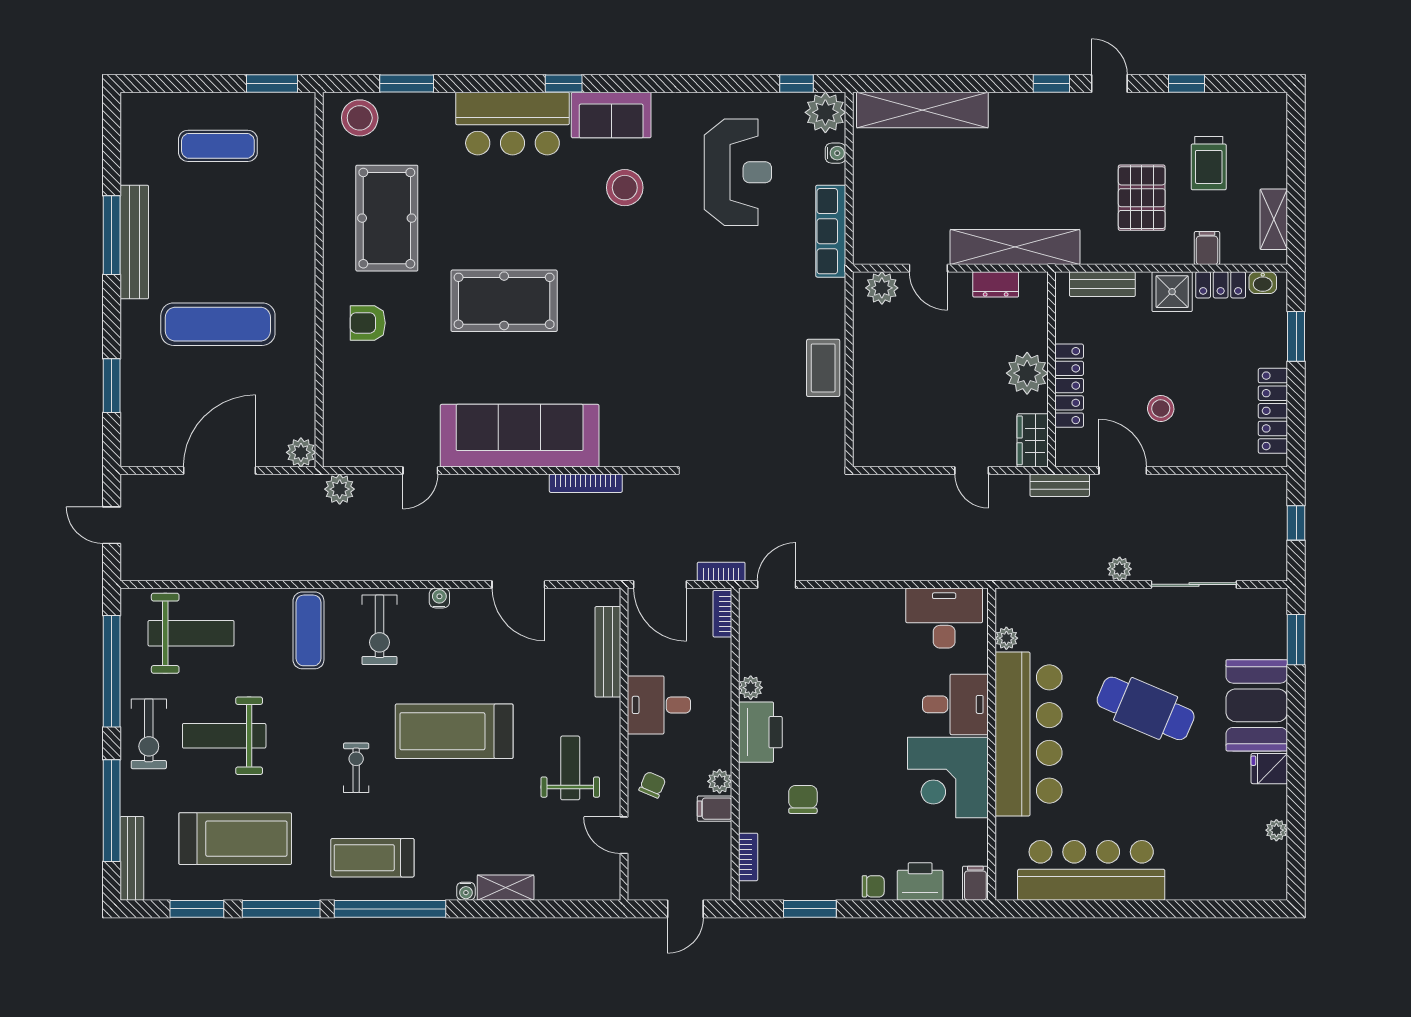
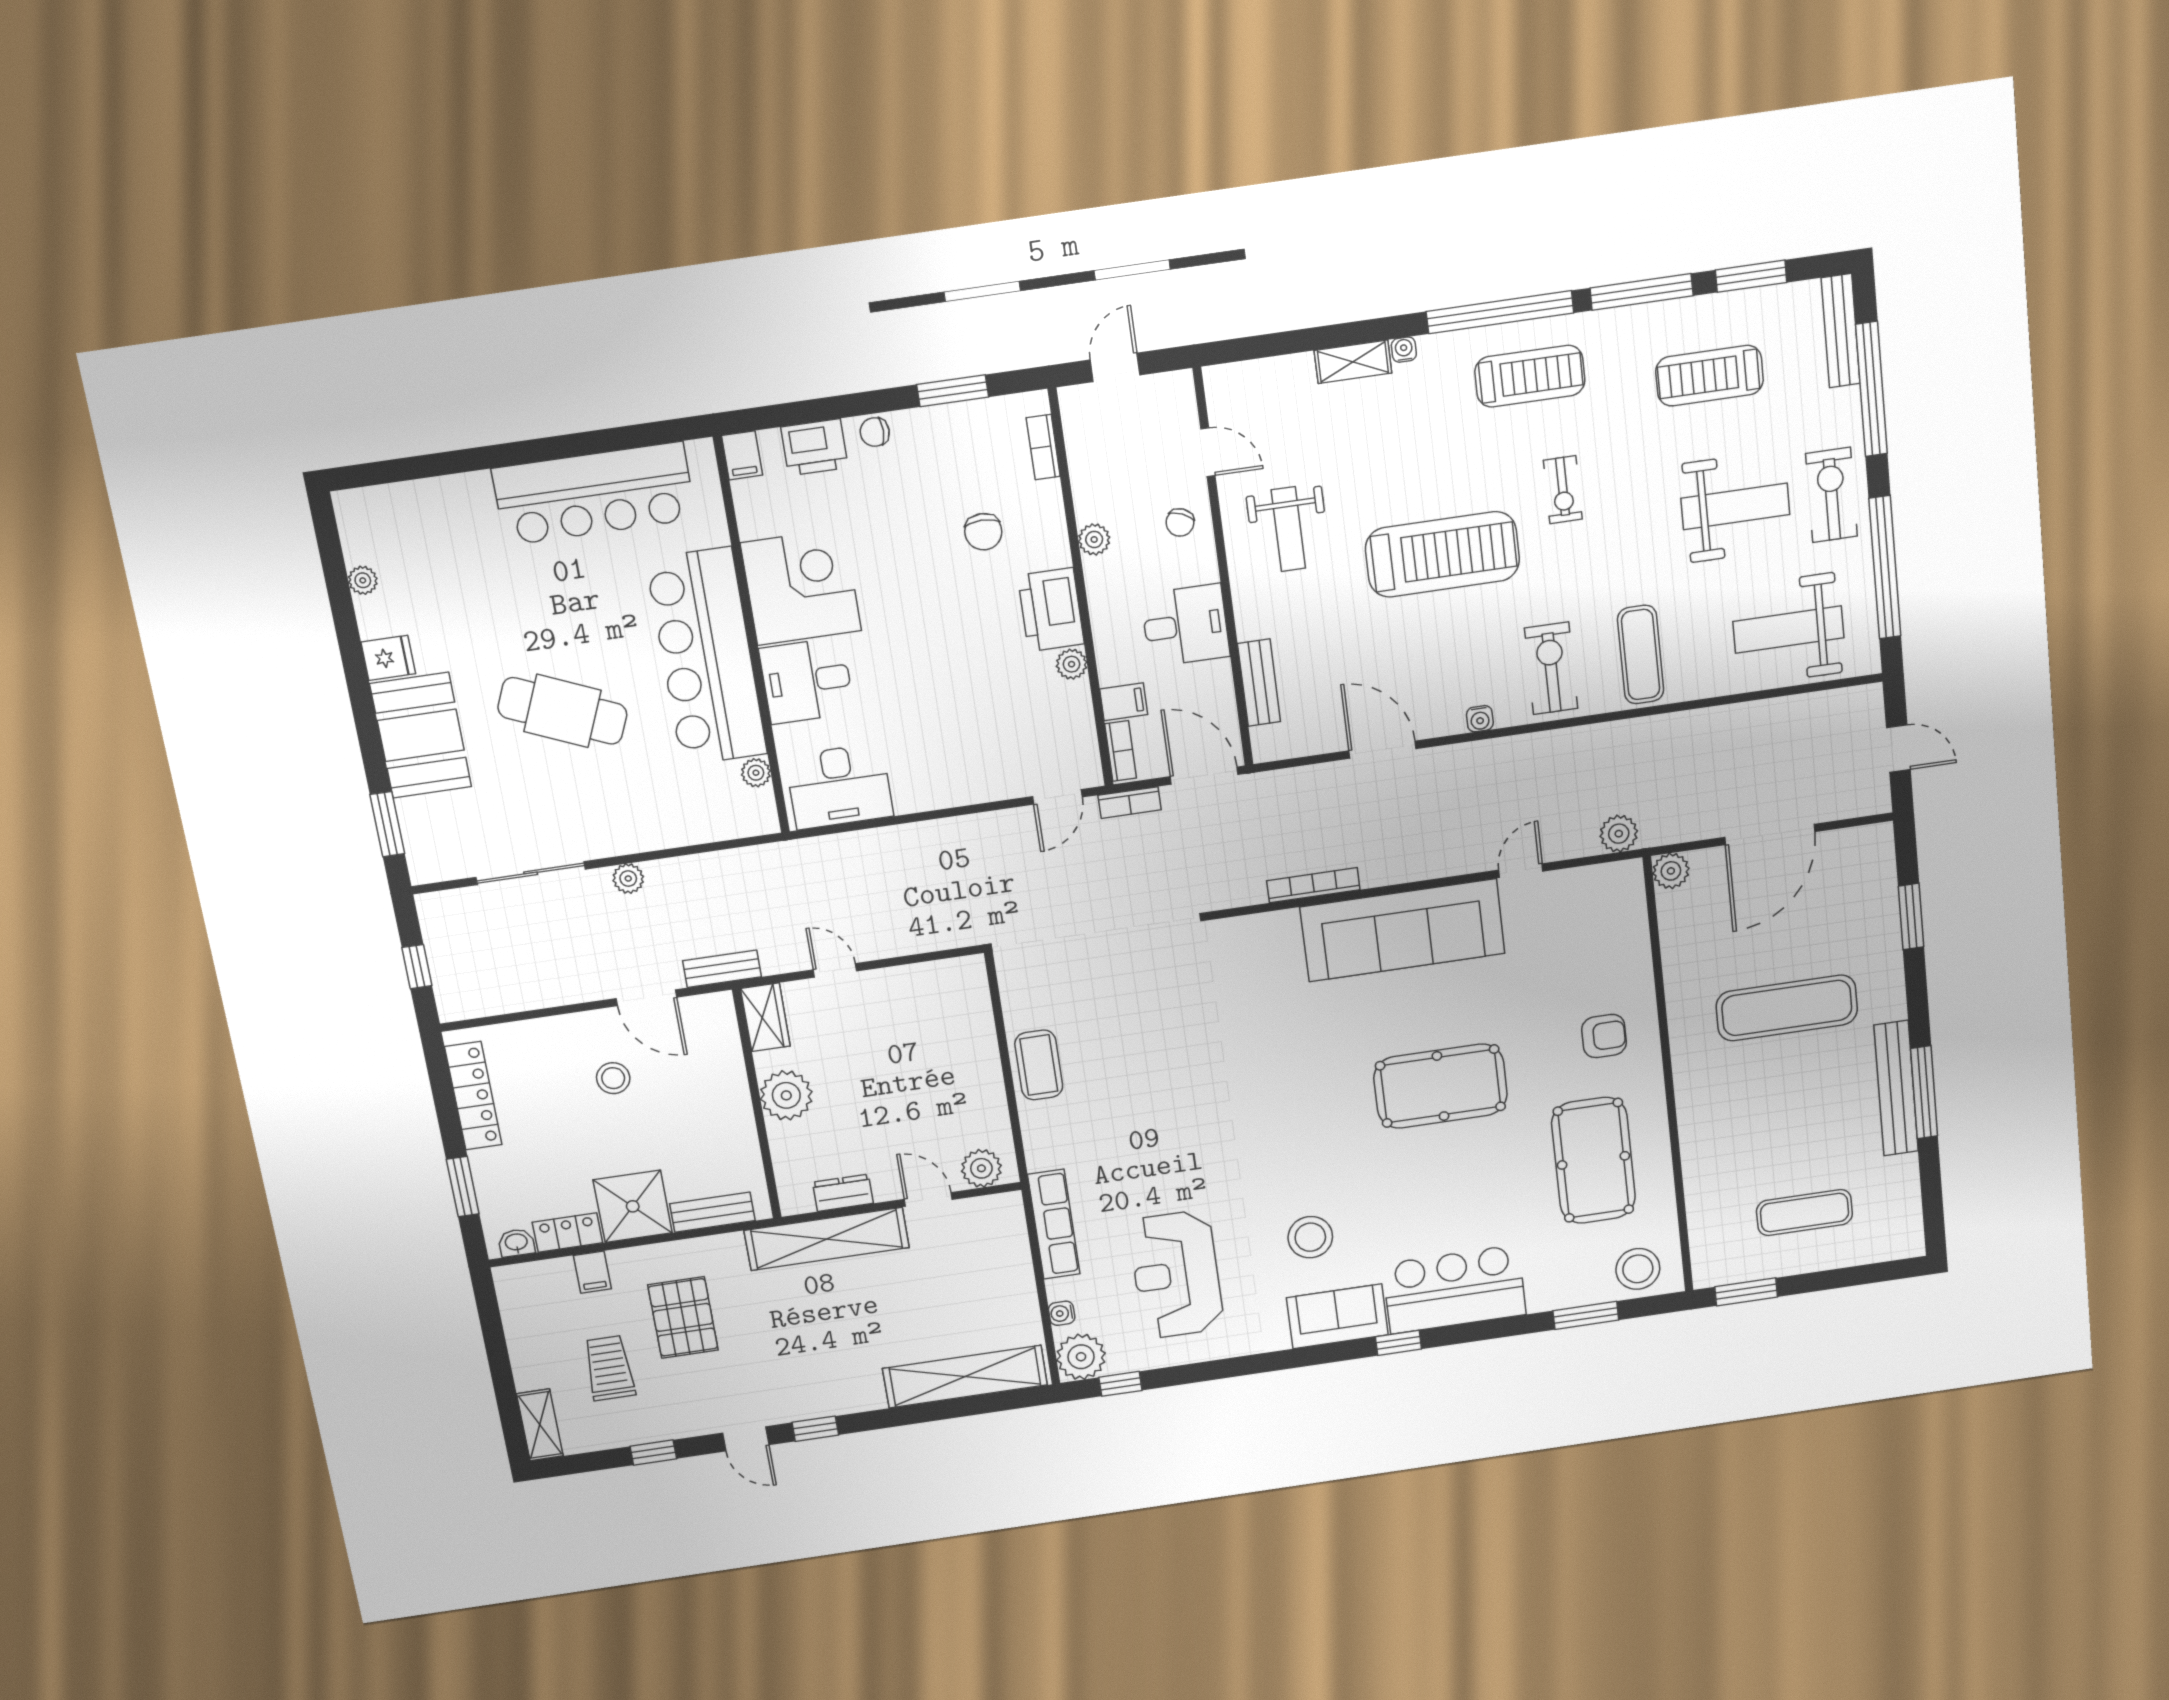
shelving: (1274, 219) -> (540, 1425), moved
shower: (1172, 292) -> (633, 1206), width x1.36, depth x1.36
locker: (1069, 386) -> (732, 1089), removed
bench: (608, 652) -> (1259, 683), width x0.73
filing cabinet: (715, 809) -> (1124, 702), moved
treadmill: (235, 839) -> (1710, 376), width x0.73, depth x0.73

